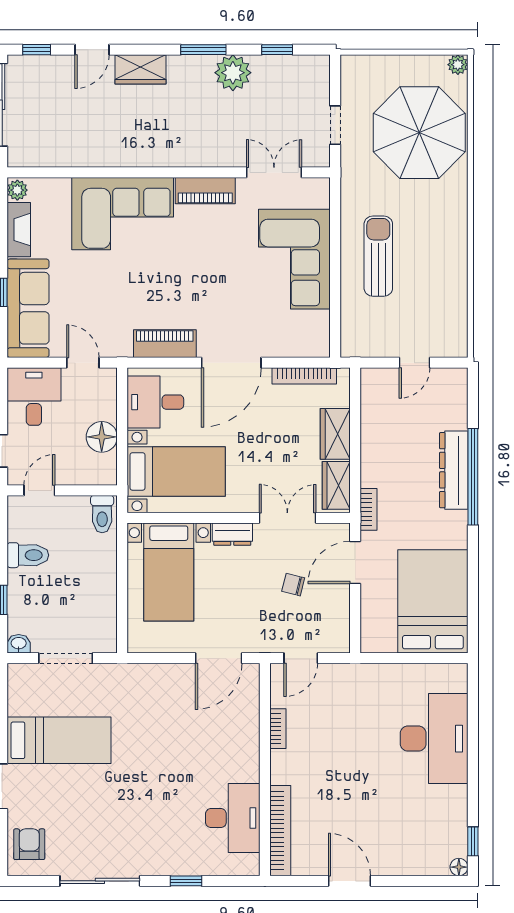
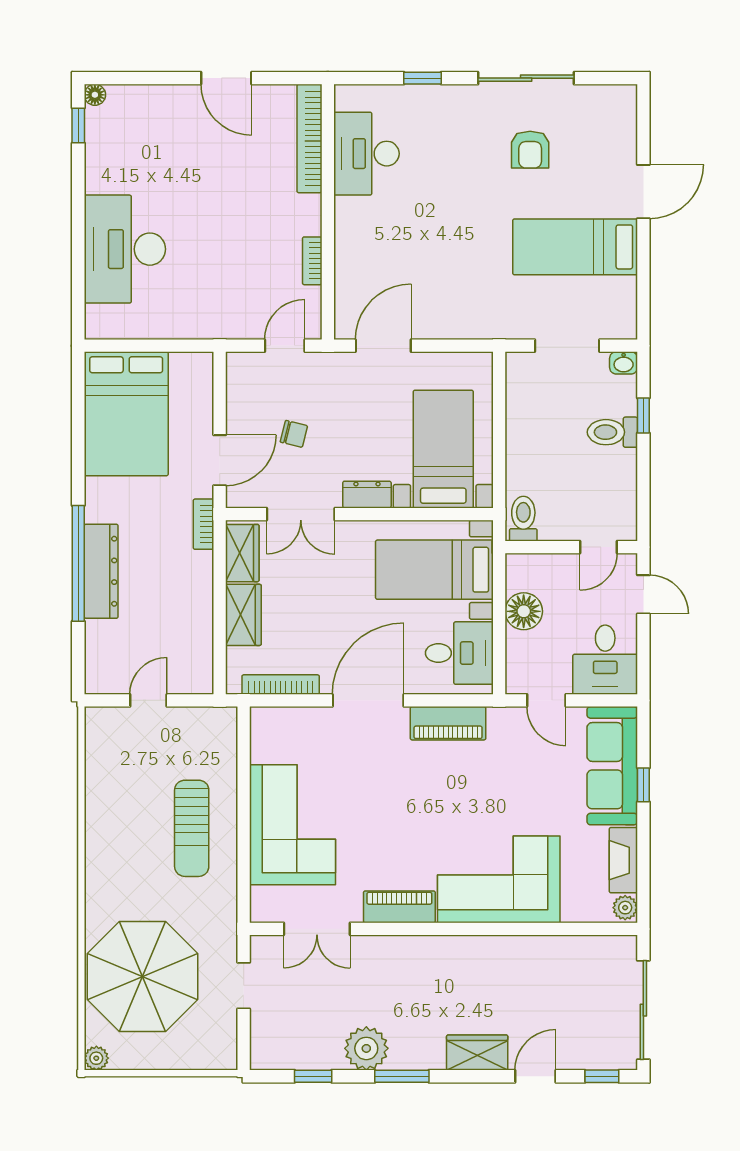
toilet: (28, 555) -> (612, 432), moved
armchair: (29, 844) -> (530, 150), moved

